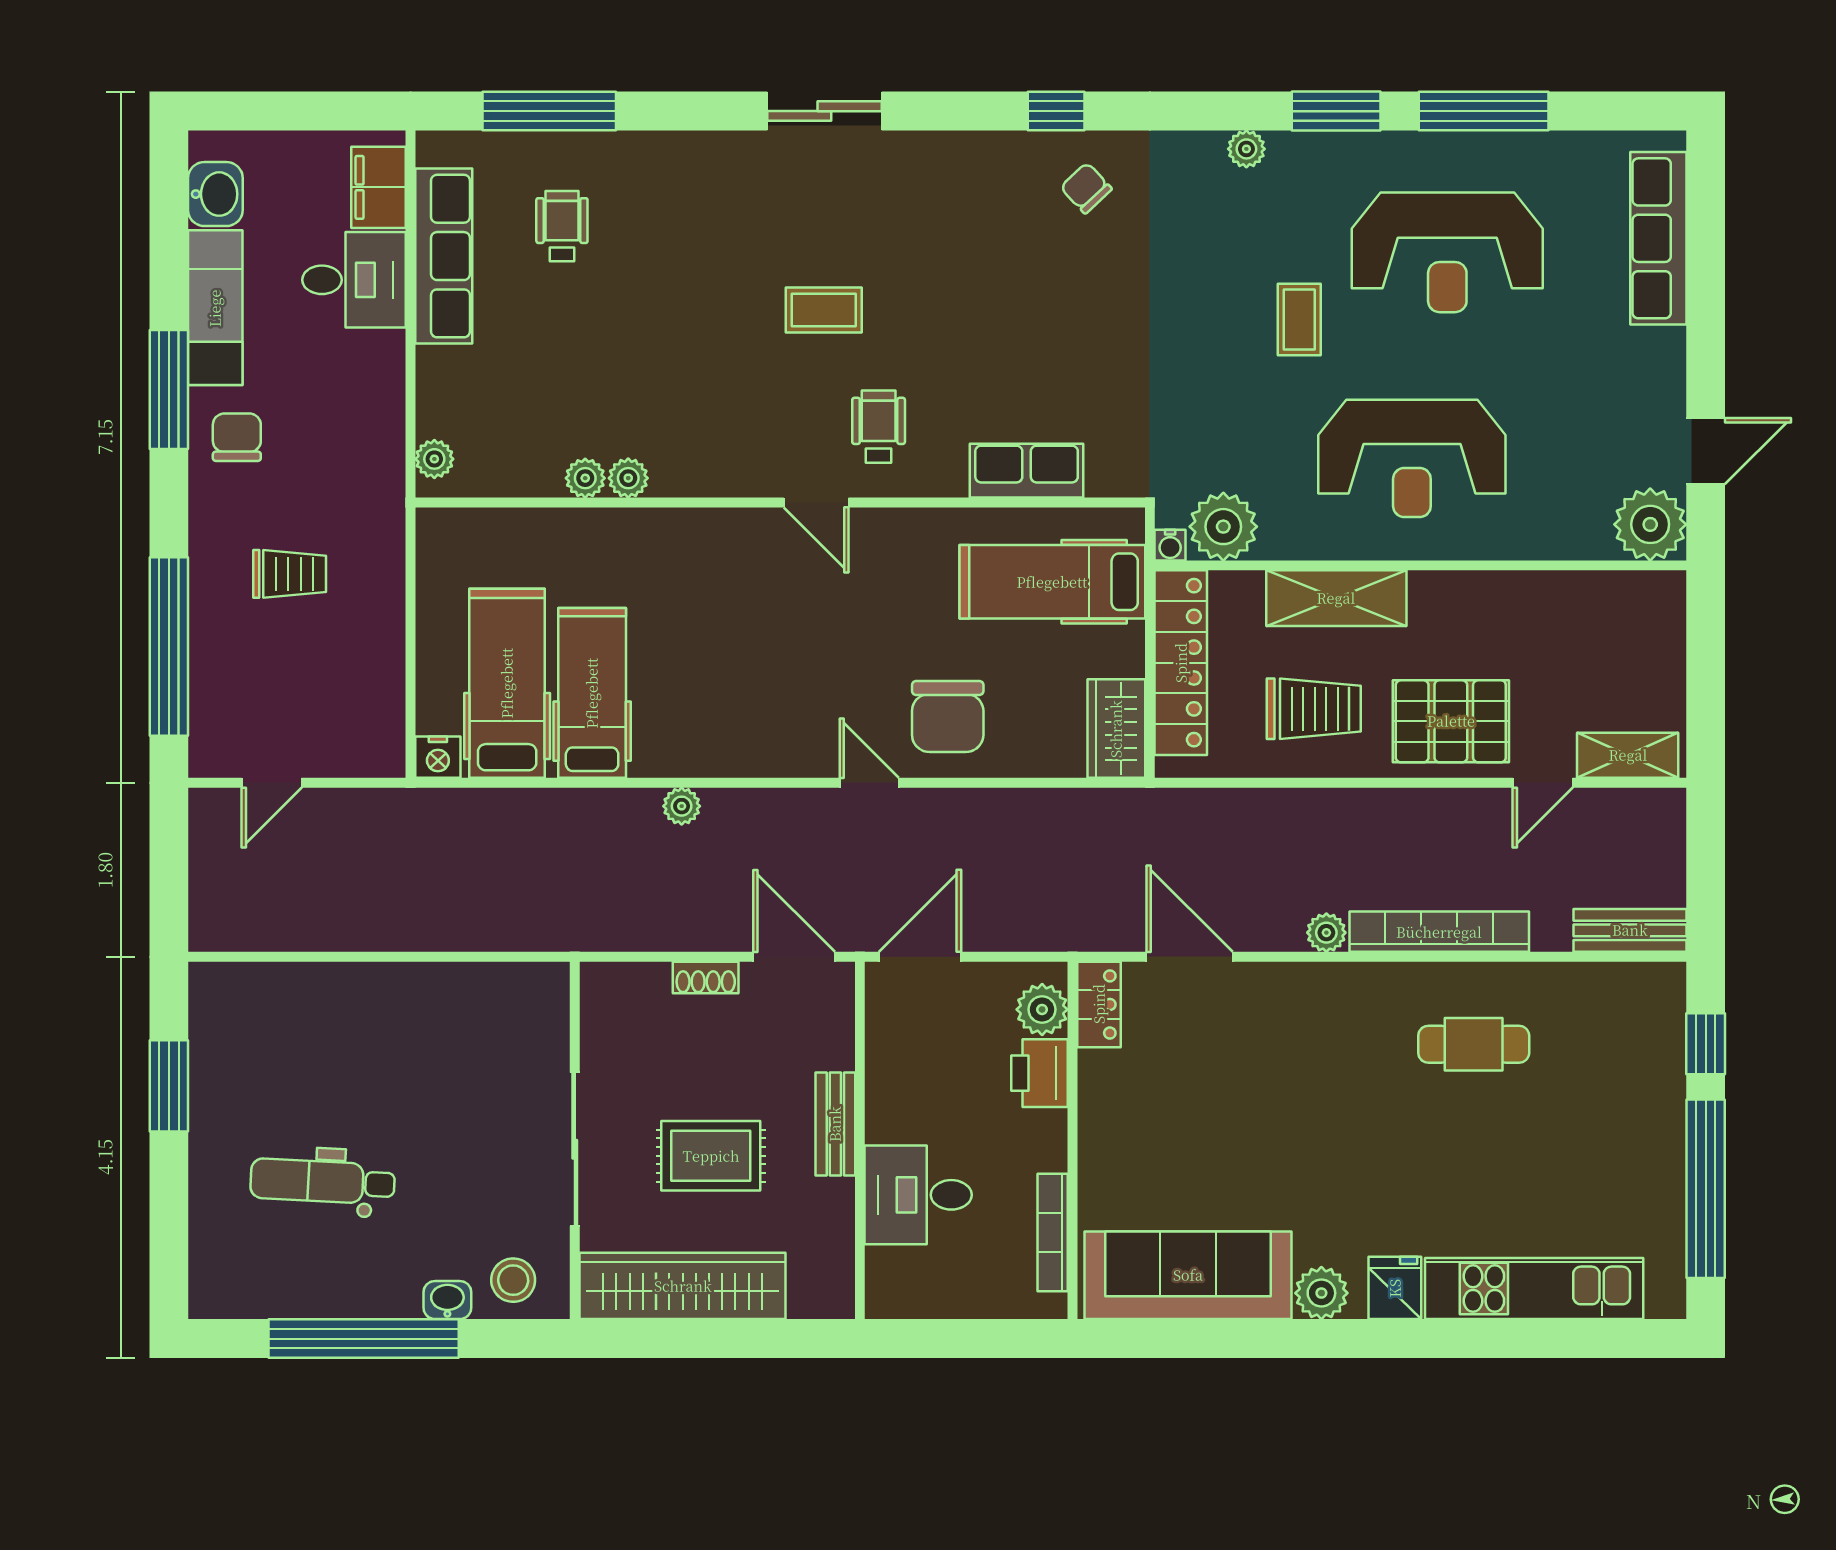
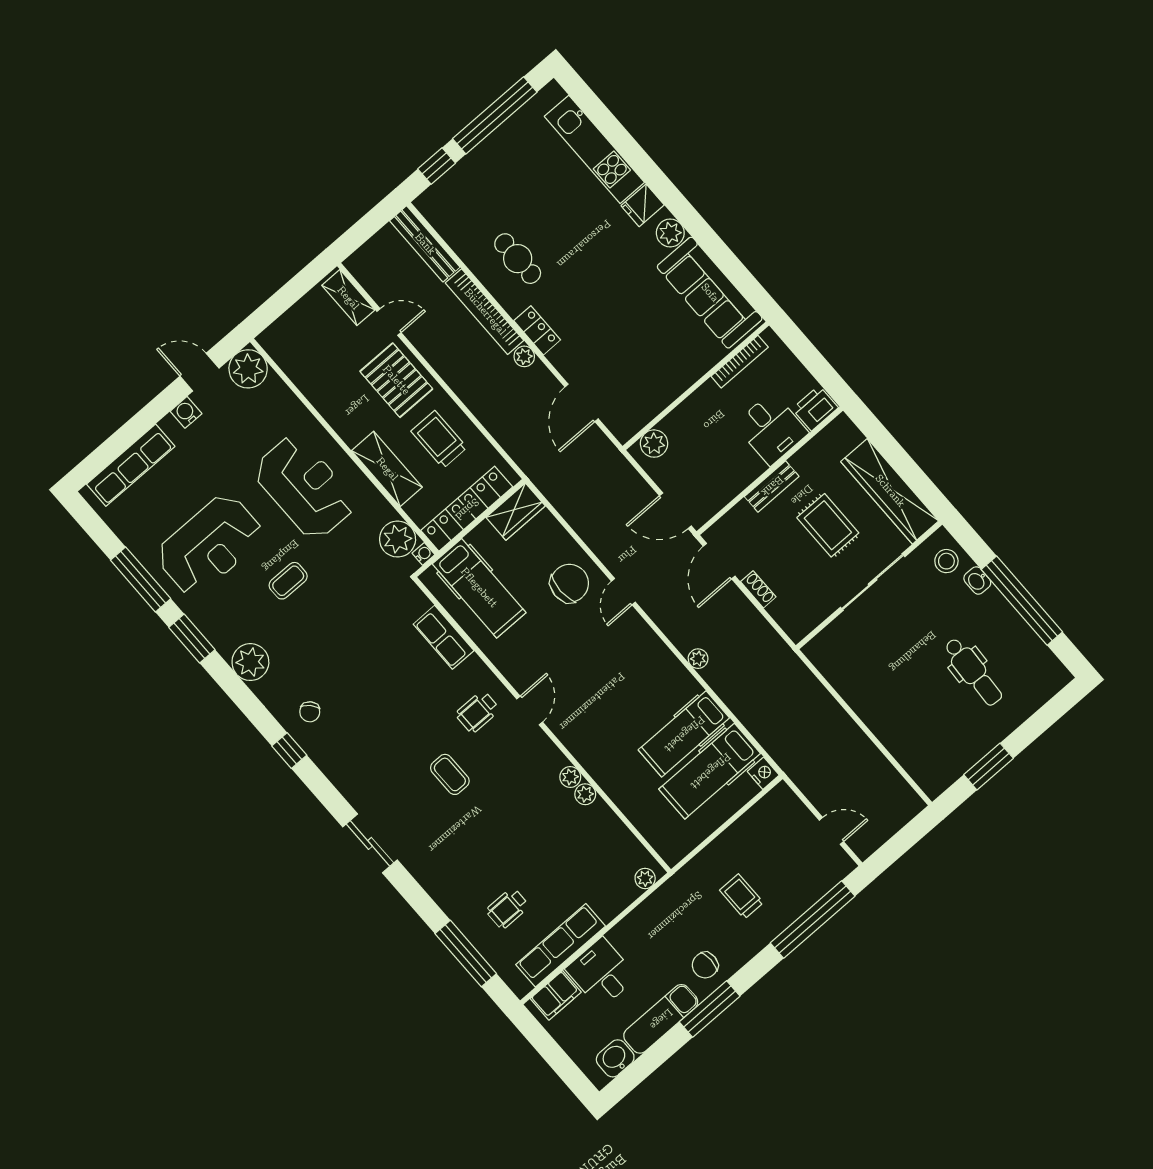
plant: (1246, 149) -> (250, 662), width x1.88, depth x1.88
reception desk: (1447, 252) -> (210, 545), turned 90
water cooler: (1665, 382) -> (186, 412), added
plant: (585, 478) -> (570, 777), moved
bench: (1630, 930) -> (425, 244), width x1.36
locker: (1099, 1004) -> (537, 330), moved, turned 90
printer: (1040, 1073) -> (815, 408), moved, turned 180

